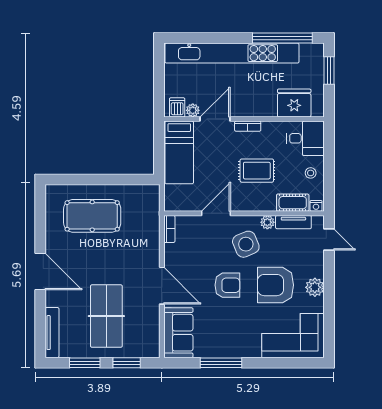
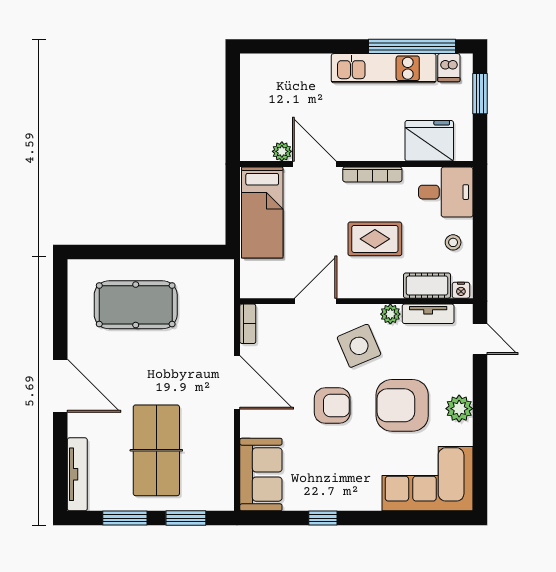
kitchen unit: (232, 53) -> (384, 68), width x0.54
dishwasher: (177, 107) -> (449, 68), moved, turned 180
door: (215, 119) -> (314, 164), hinge flipped
bookcase: (248, 126) -> (372, 174), width x1.56
door: (162, 286) -> (237, 382), moved
window: (221, 363) -> (323, 518), width x0.46

